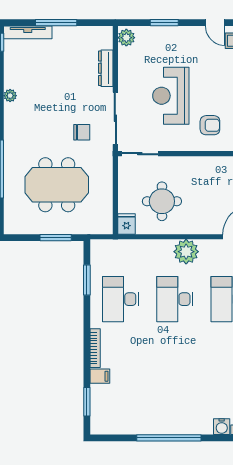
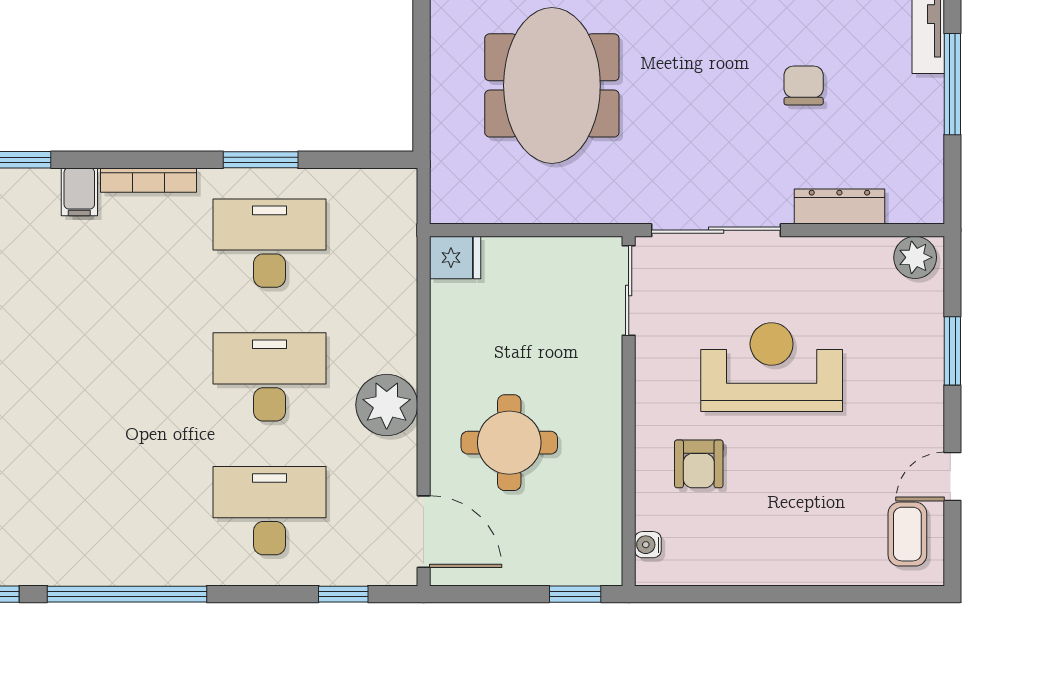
chair: (82, 132) -> (804, 85), moved, turned 180
round table: (162, 201) -> (509, 443), moved
window: (56, 238) -> (422, 83), removed
window: (87, 280) -> (261, 160), moved

